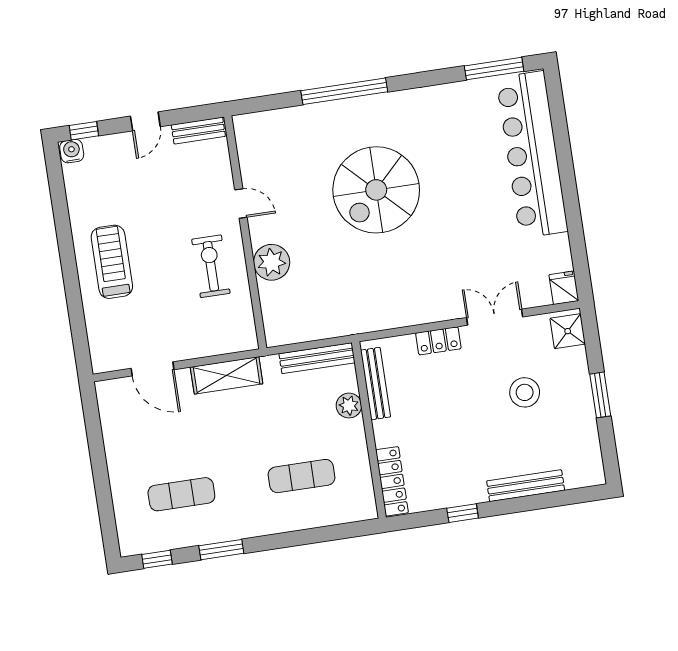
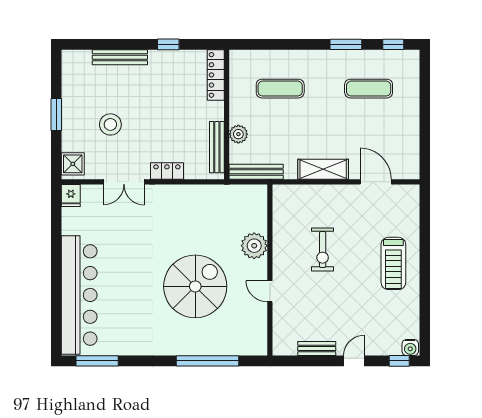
door: (241, 204) -> (270, 291), moved
wall: (245, 232) -> (270, 270), moved
plant: (272, 262) -> (254, 246), moved

